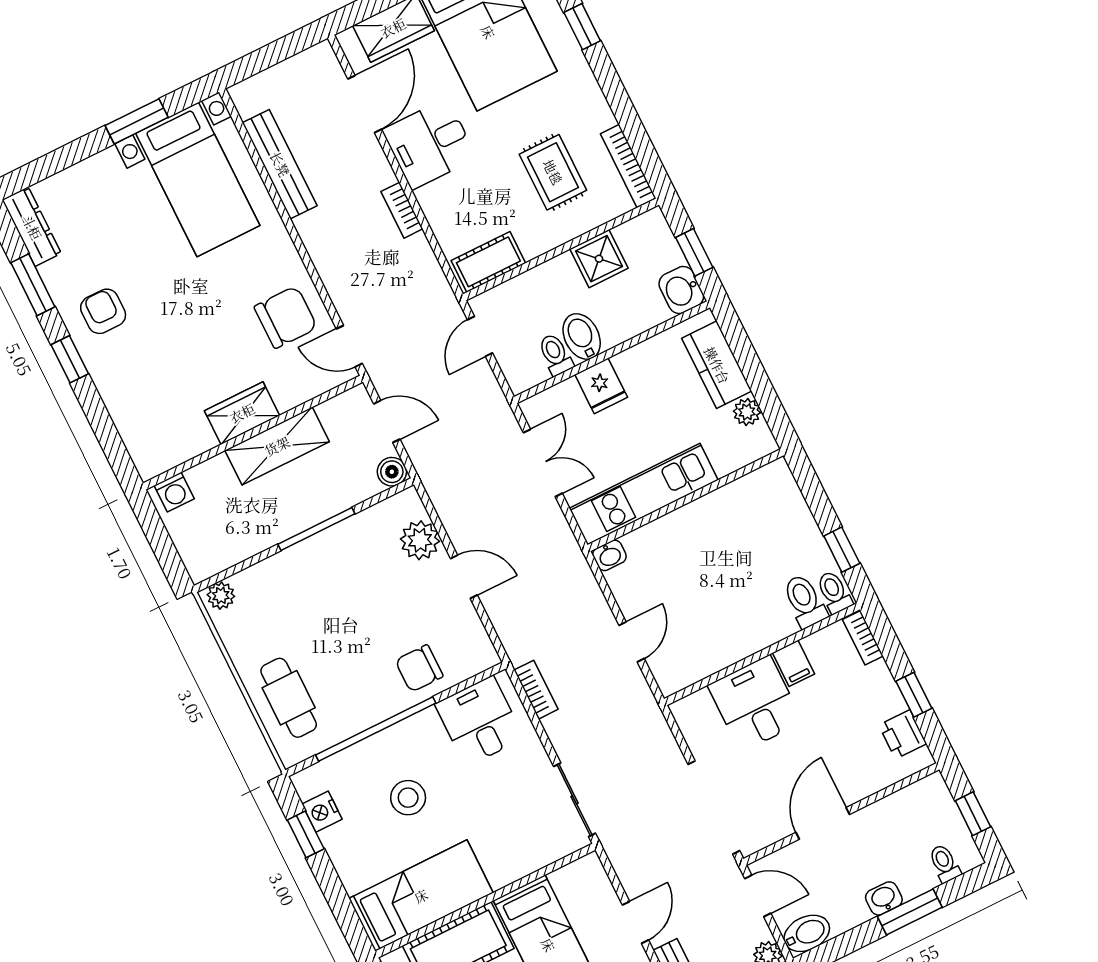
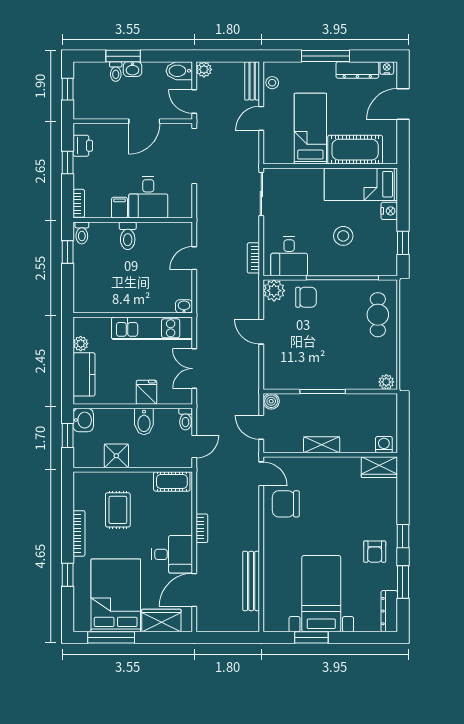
bookcase: (628, 166) -> (79, 533), moved
bed with nightstands: (198, 179) -> (321, 594), moved
toilet: (555, 355) -> (186, 419), moved
wardrobe: (242, 413) -> (379, 467), moved
shelving: (277, 446) -> (322, 445), width x0.67, depth x0.75
plant: (420, 540) -> (274, 291), moved
toilet: (805, 601) -> (128, 236), moved
nightstand: (322, 812) -> (389, 211), moved
toilet: (945, 863) -> (116, 72), moved

